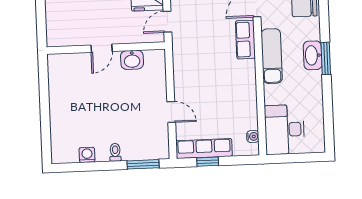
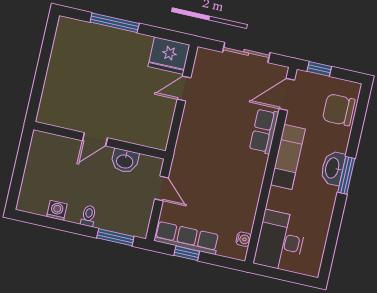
door: (102, 48) -> (95, 139), moved
wall: (106, 48) -> (100, 140), moved
washbasin: (132, 60) -> (125, 161), moved

